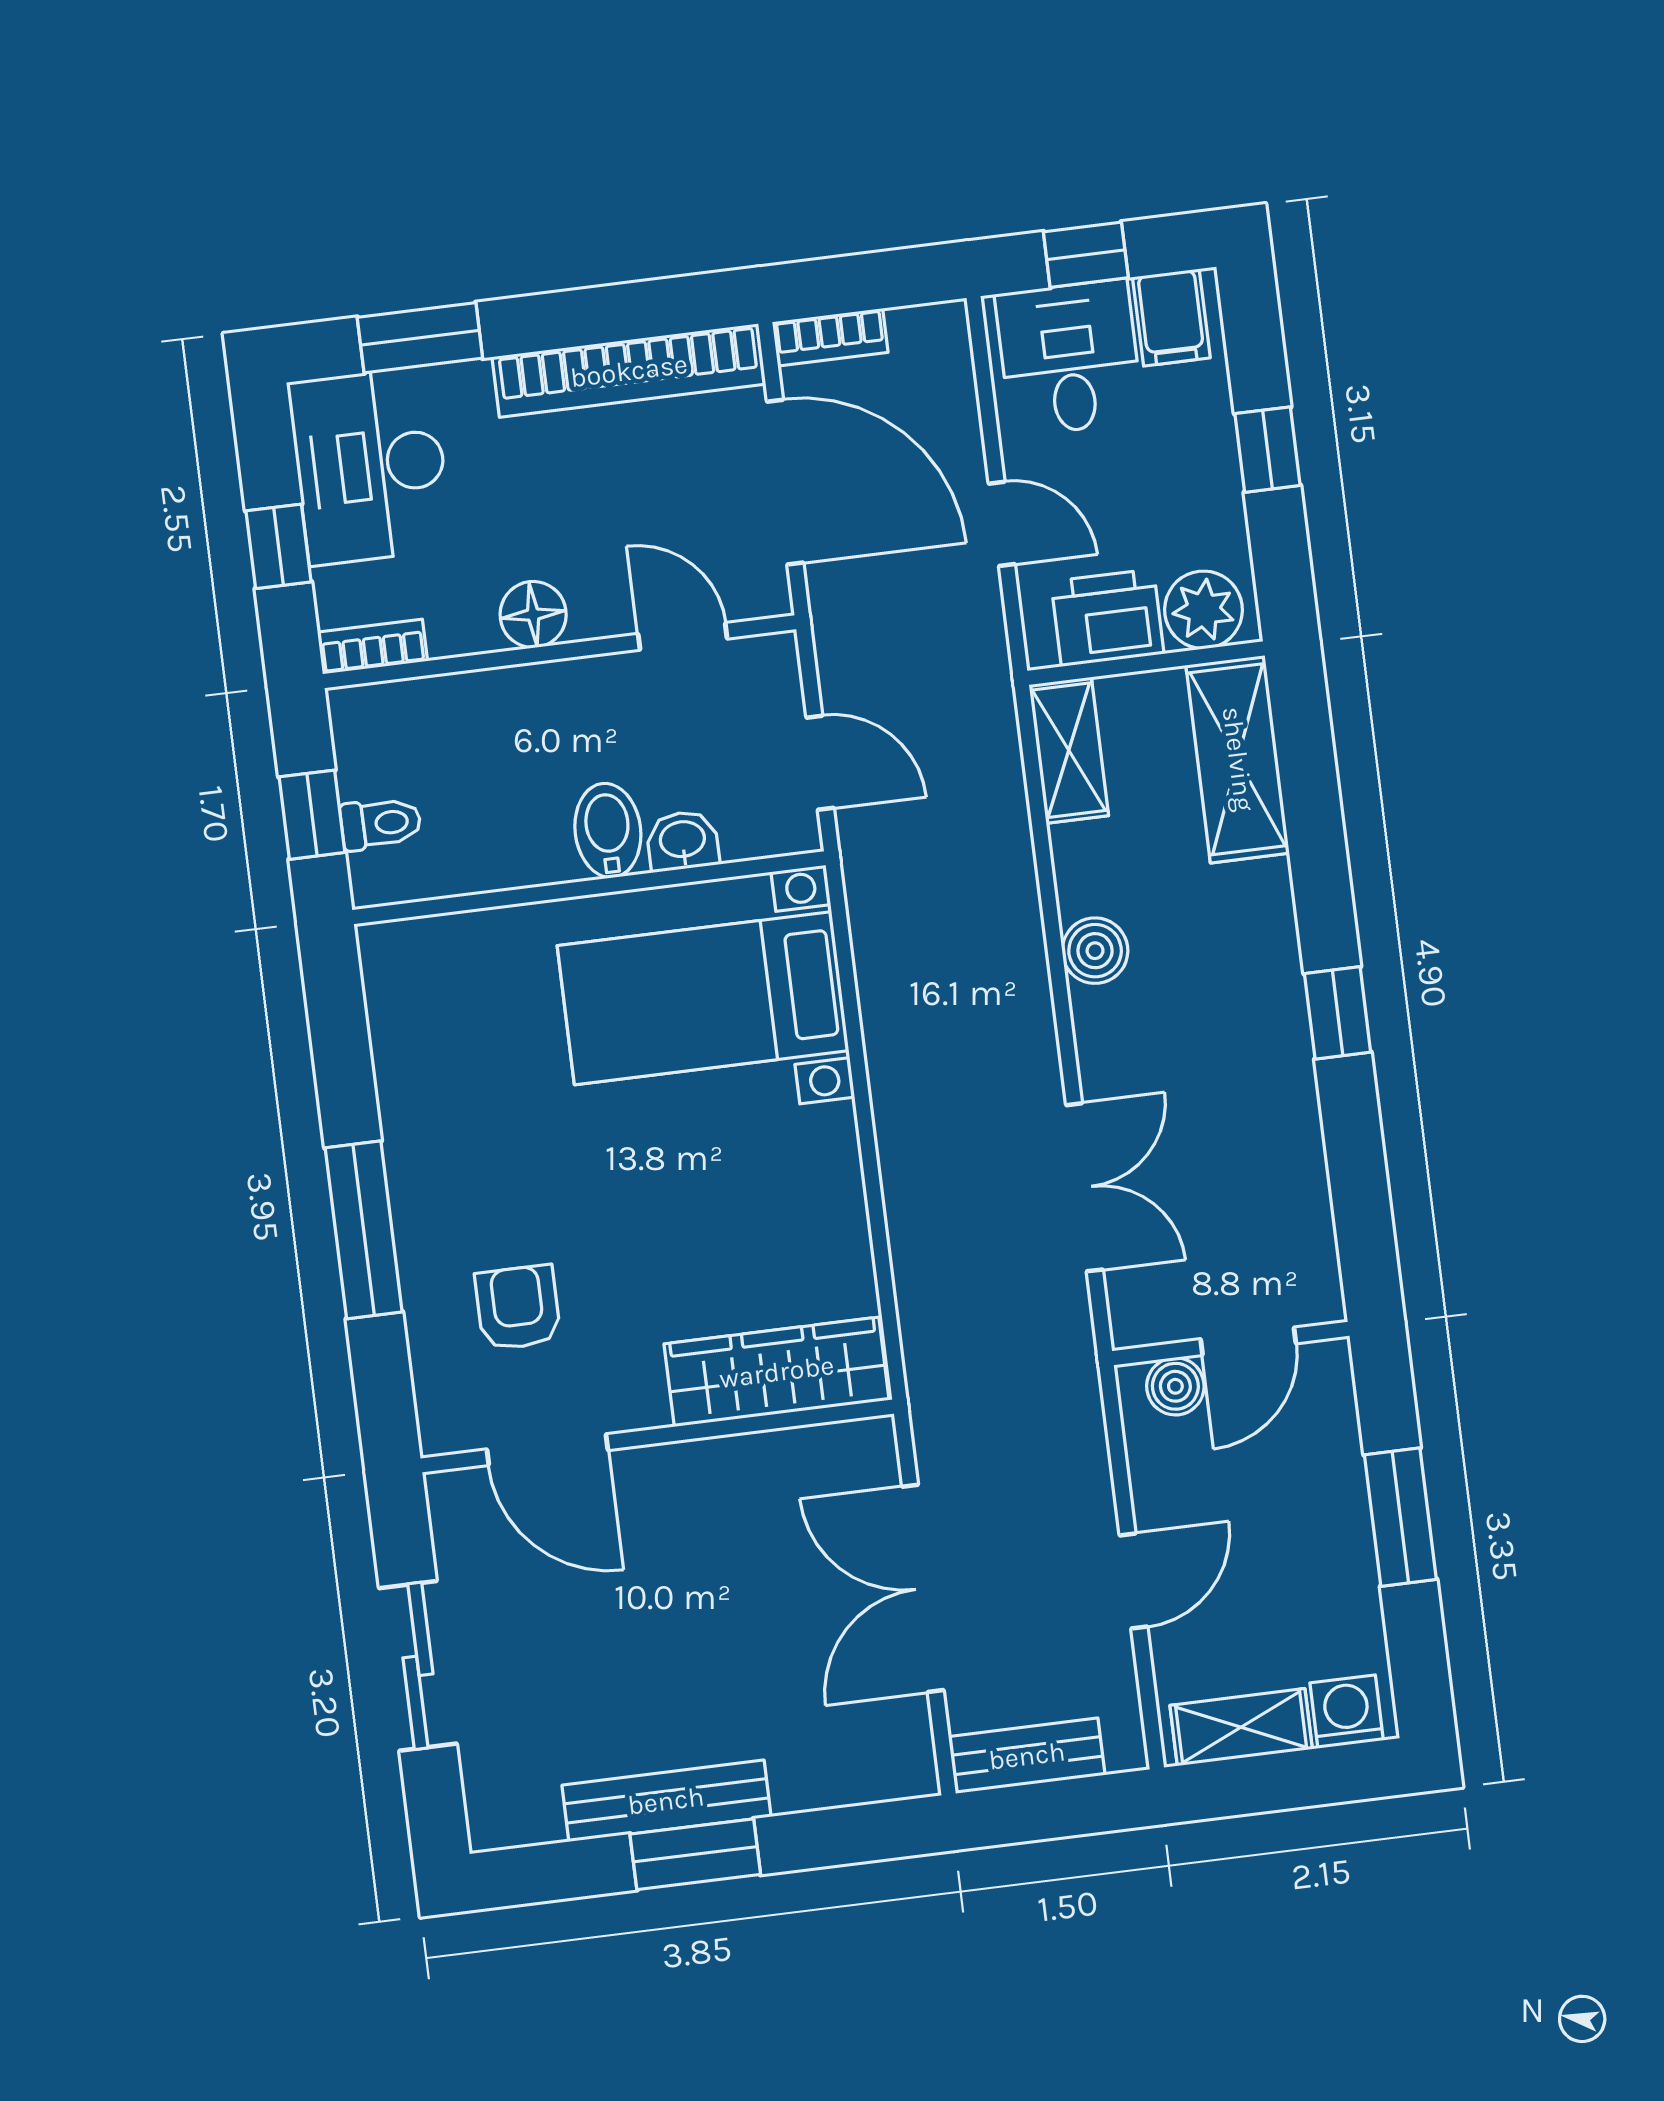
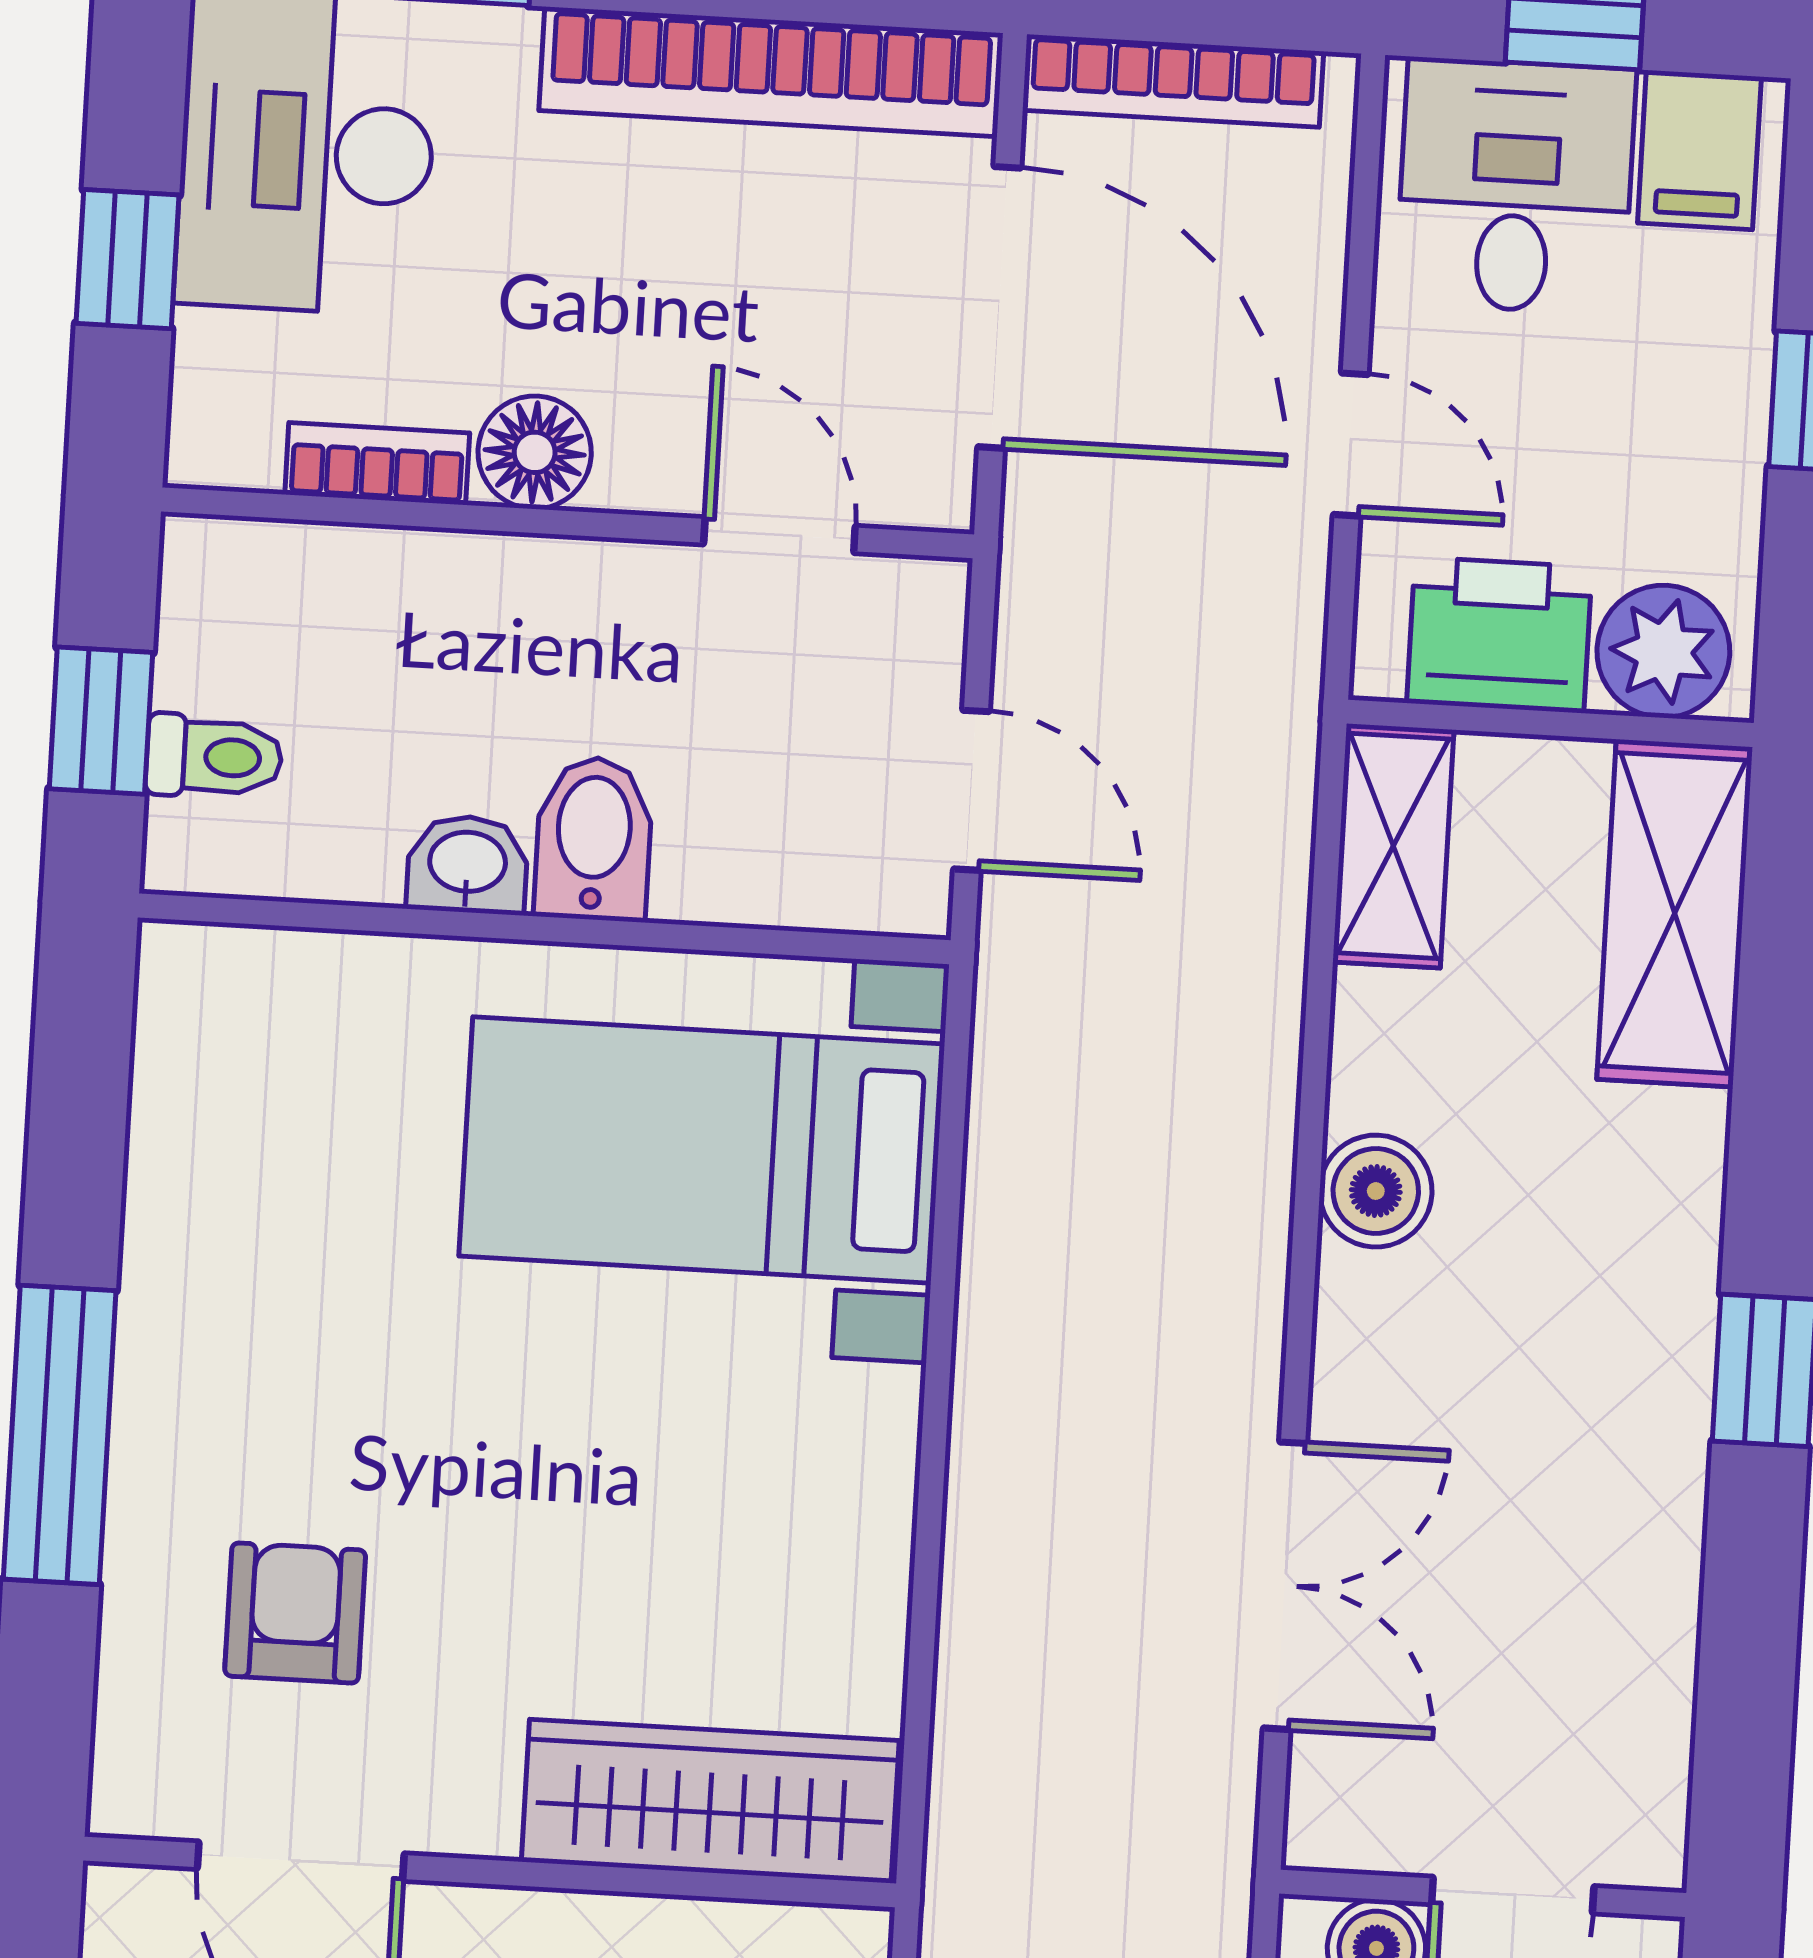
bookcase: (830, 337) -> (1173, 81), width x1.56
bookcase: (372, 647) -> (377, 464), moved
washbasin: (683, 841) -> (467, 865), moved

